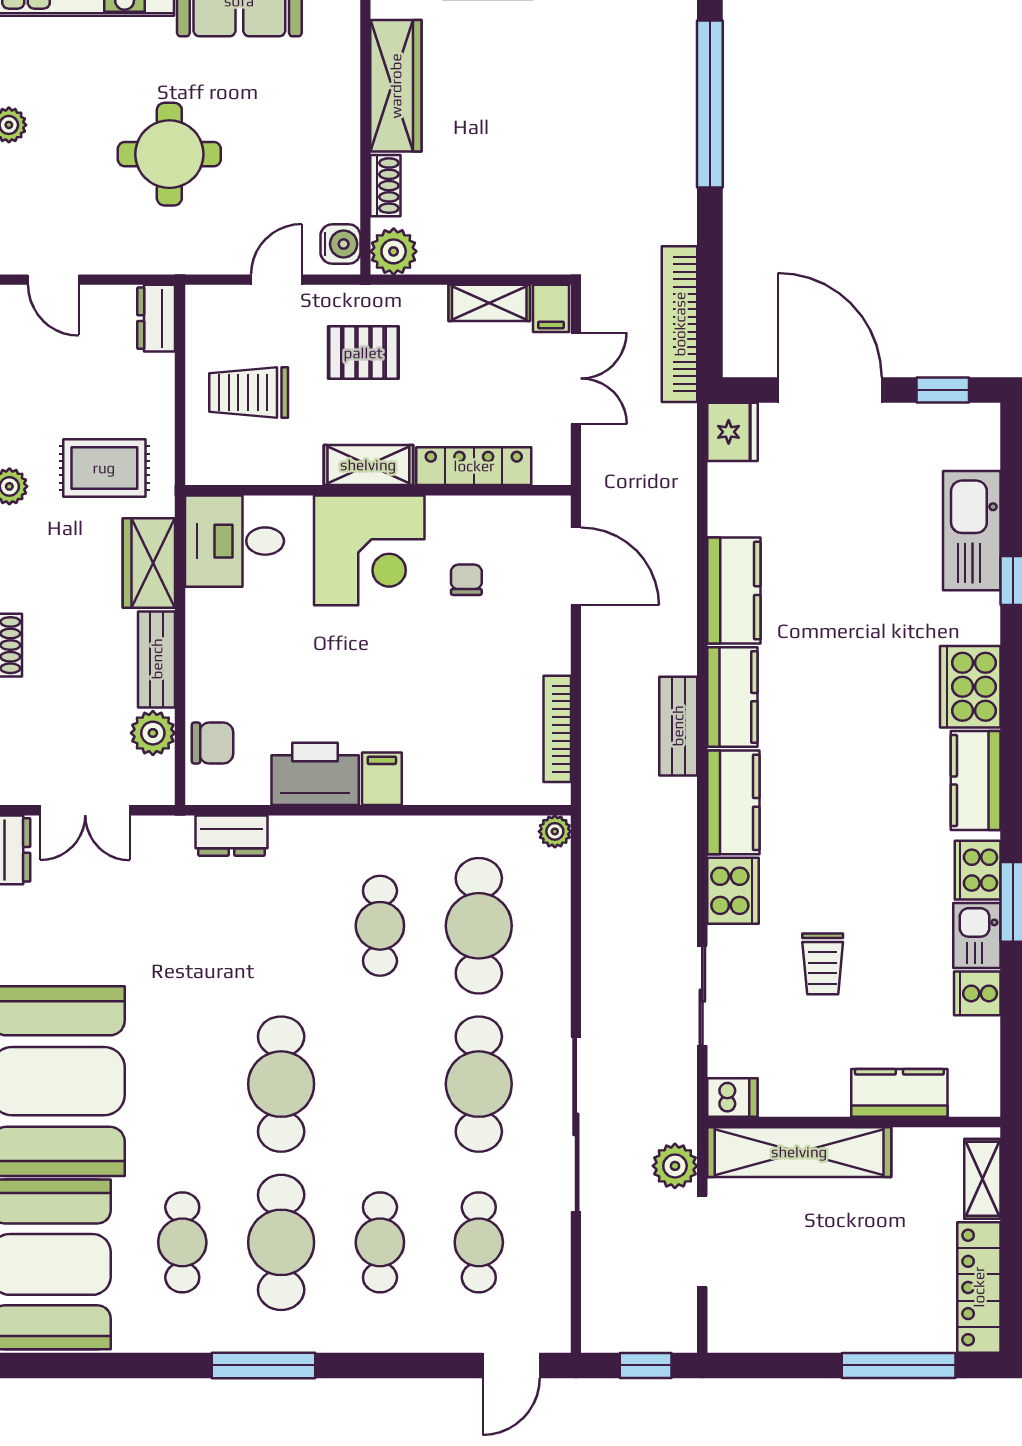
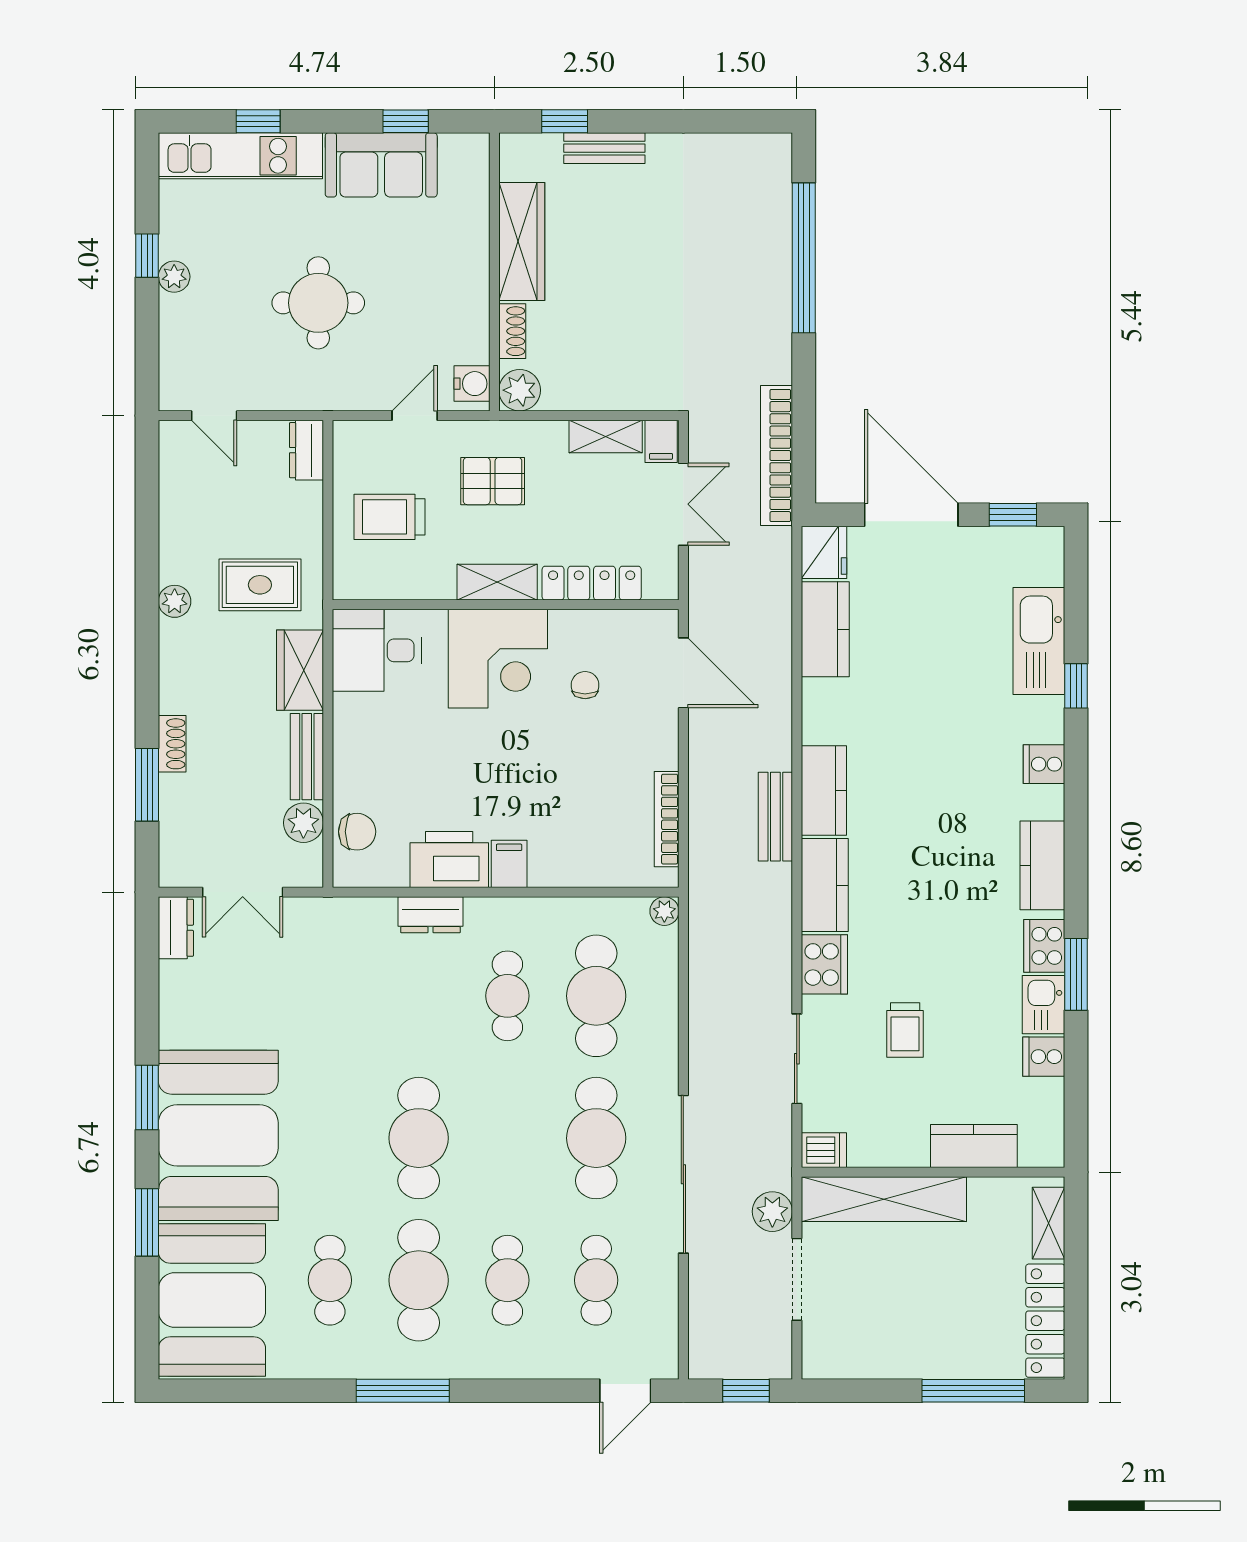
kitchen counter: (734, 591) -> (825, 629), moved
cooker: (970, 687) -> (1044, 764), width x0.53, depth x0.76
dresser: (232, 836) -> (430, 915), moved

